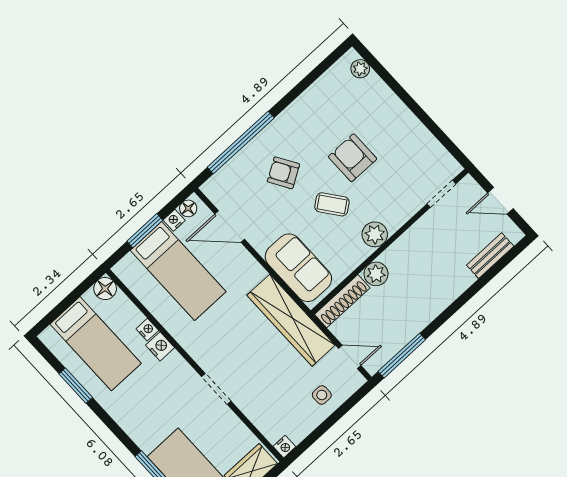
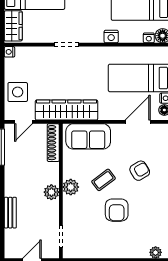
armchair: (353, 158) -> (117, 210), turned 90
bench: (490, 256) -> (10, 213), moved
plant: (376, 274) -> (51, 192), moved
nightstand: (147, 330) -> (149, 38), moved
side table: (322, 395) -> (18, 92), width x1.87, depth x1.87

